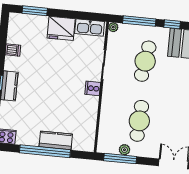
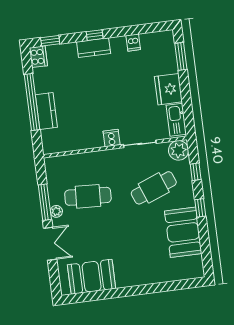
window: (139, 21) -> (196, 172), width x0.46
plant: (113, 27) -> (179, 150), width x1.87, depth x1.87
cafe table: (145, 61) -> (154, 188), turned -30
plant: (124, 150) -> (56, 211), moved
window: (120, 159) -> (45, 202), moved

